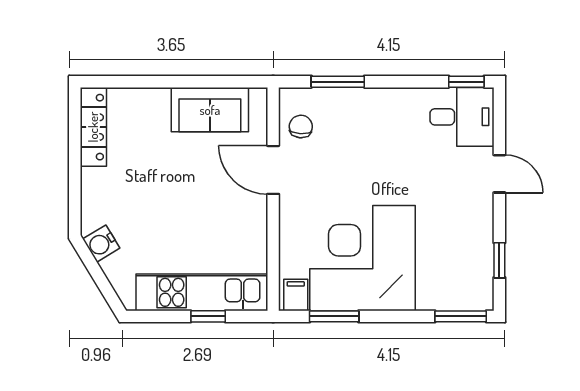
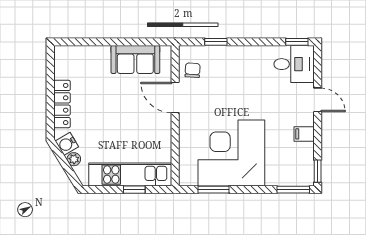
window: (338, 82) -> (216, 42), width x0.67
locker: (93, 127) -> (62, 104), moved
window: (499, 260) -> (318, 171), moved
plant: (112, 268) -> (74, 159), added
filing cabinet: (296, 295) -> (304, 134), moved, turned -90

